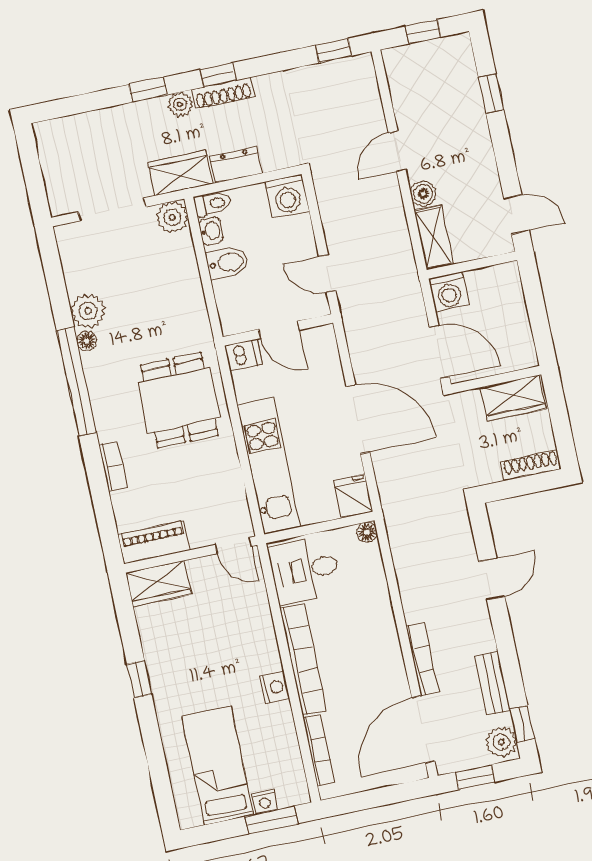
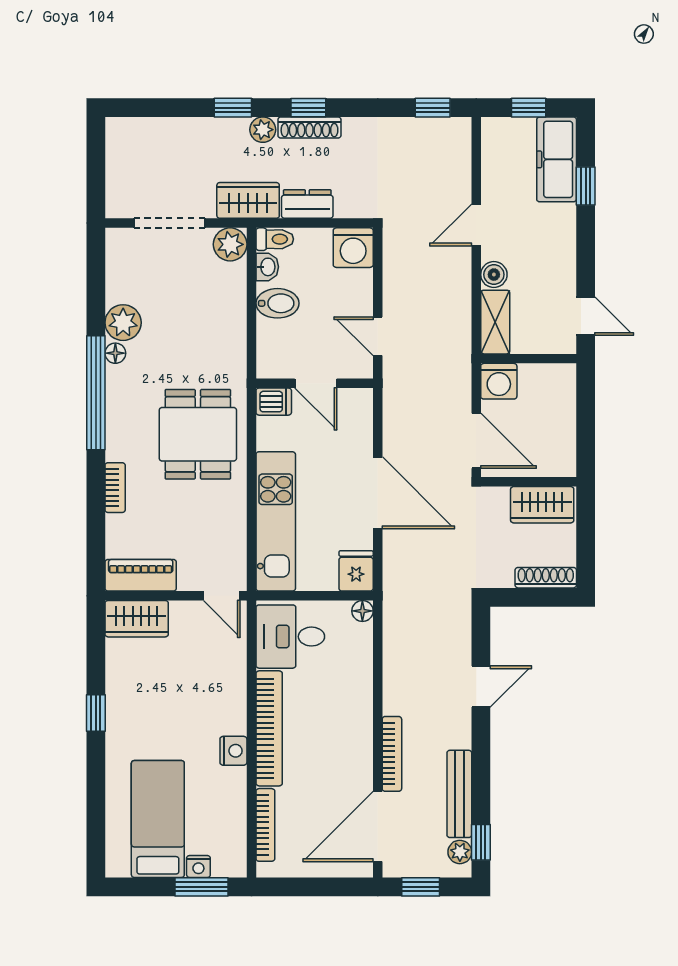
freezer: (459, 74) -> (557, 159), added
bench: (493, 683) -> (459, 794), width x1.36
plant: (501, 742) -> (460, 852), width x0.73, depth x0.73

